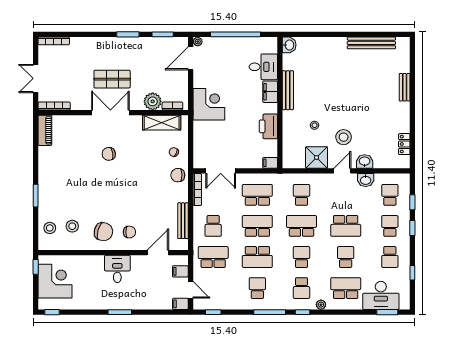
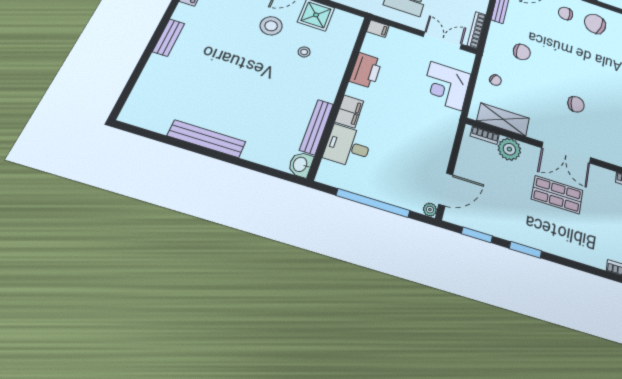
bench: (371, 43) -> (207, 139), moved
bench: (405, 87) -> (169, 37), moved
bench: (288, 90) -> (317, 127), moved
corner desk: (209, 104) -> (446, 86), moved
chair: (178, 175) -> (522, 52), moved

